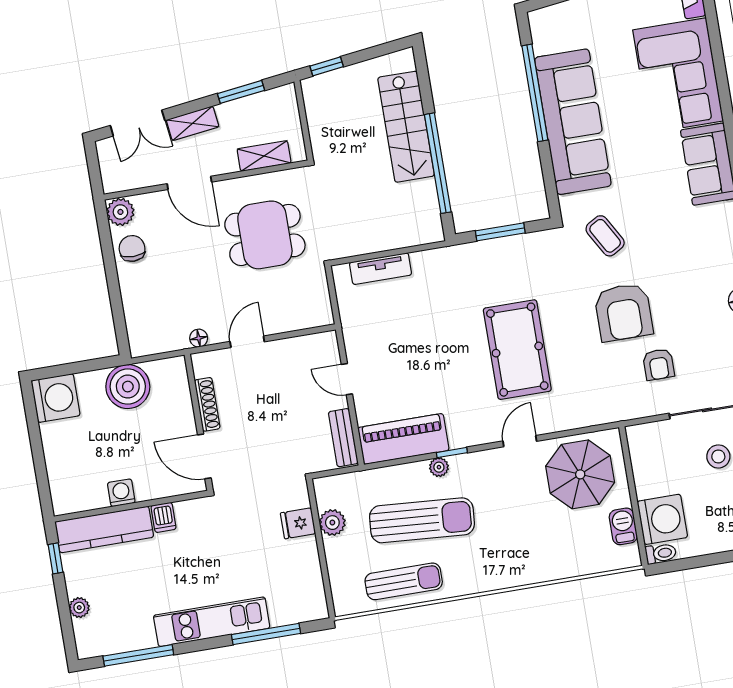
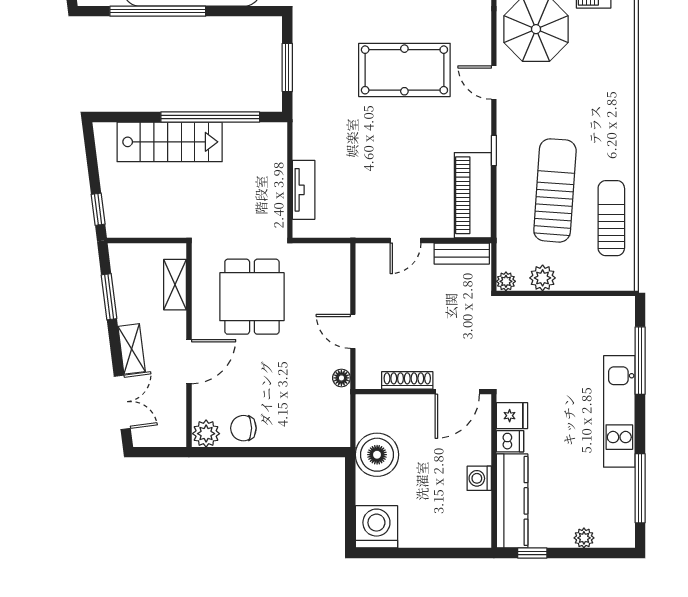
plant: (439, 467) -> (506, 281), moved
fridge: (298, 523) -> (512, 416), moved, turned -90

